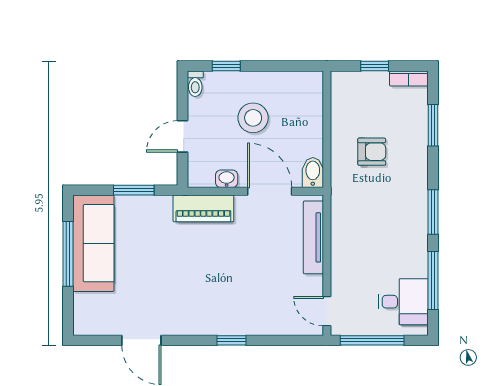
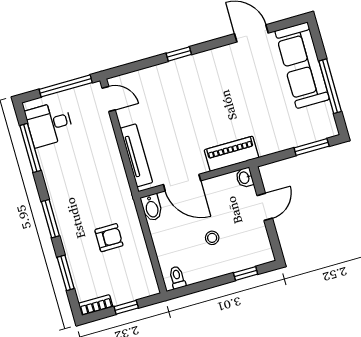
toilet: (195, 84) -> (177, 277), moved
stool: (253, 118) -> (212, 238), width x0.53, depth x0.53
armchair: (372, 152) -> (109, 238), turned 180
washbasin: (227, 179) -> (245, 178), moved, turned 90
window: (134, 190) -> (312, 147), moved
window: (433, 212) -> (50, 219), moved
sofa: (93, 243) -> (302, 65), moved

